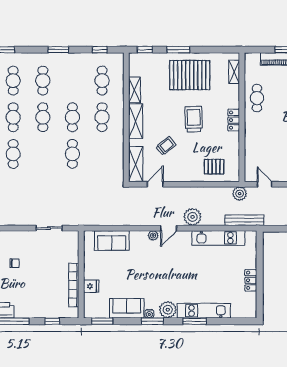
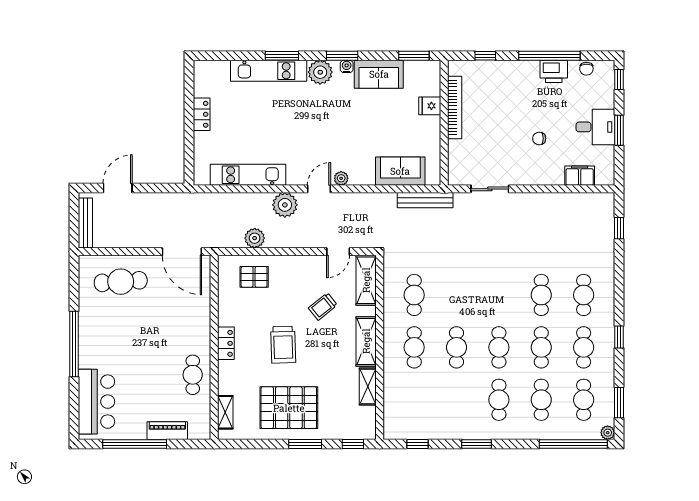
cafe table: (102, 81) -> (414, 400), removed
cafe table: (72, 154) -> (414, 295), moved
door: (264, 184) -> (182, 252), width x1.87
plant: (240, 194) -> (255, 238), moved
bench: (244, 220) -> (425, 200), moved

